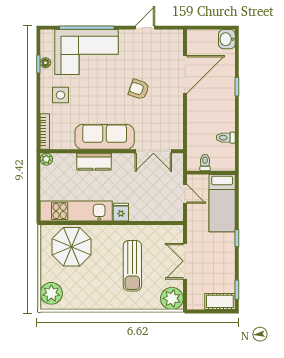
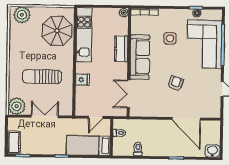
side table: (60, 95) -> (170, 38), moved
fridge: (121, 212) -> (82, 80), moved

